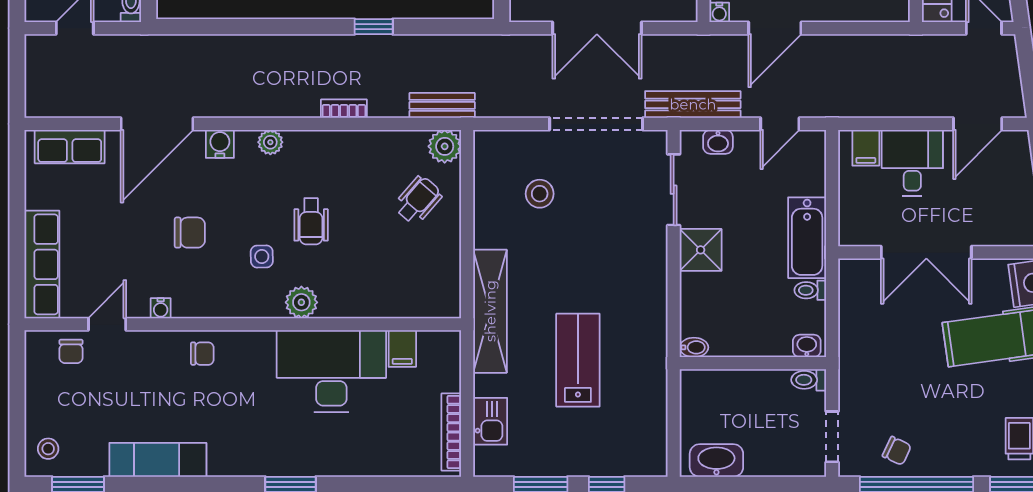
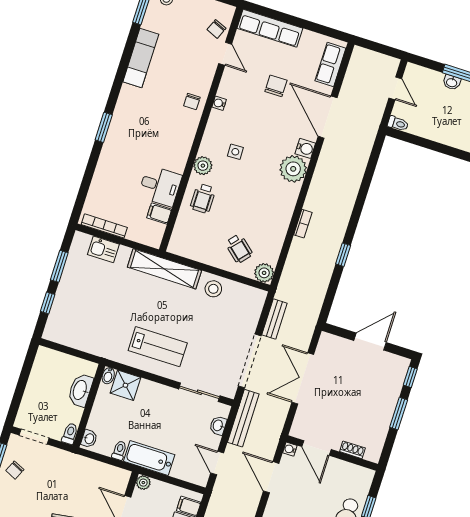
bench: (442, 105) -> (274, 319), moved
plant: (270, 142) -> (293, 169), width x1.88, depth x1.88
stool: (540, 194) -> (213, 289), moved
wheelchair: (311, 221) -> (203, 198), moved, turned -90
chair: (190, 233) -> (276, 86), moved, turned 180
plant: (850, 234) -> (143, 483), added
shower: (701, 250) -> (125, 385), moved
water cooler: (161, 308) -> (219, 103), moved
chair: (71, 351) -> (216, 29), turned -67
lab bench: (578, 360) -> (158, 347), moved
desk: (331, 371) -> (160, 186), width x0.53, depth x0.77
washbasin: (716, 460) -> (80, 390), moved, turned 180

